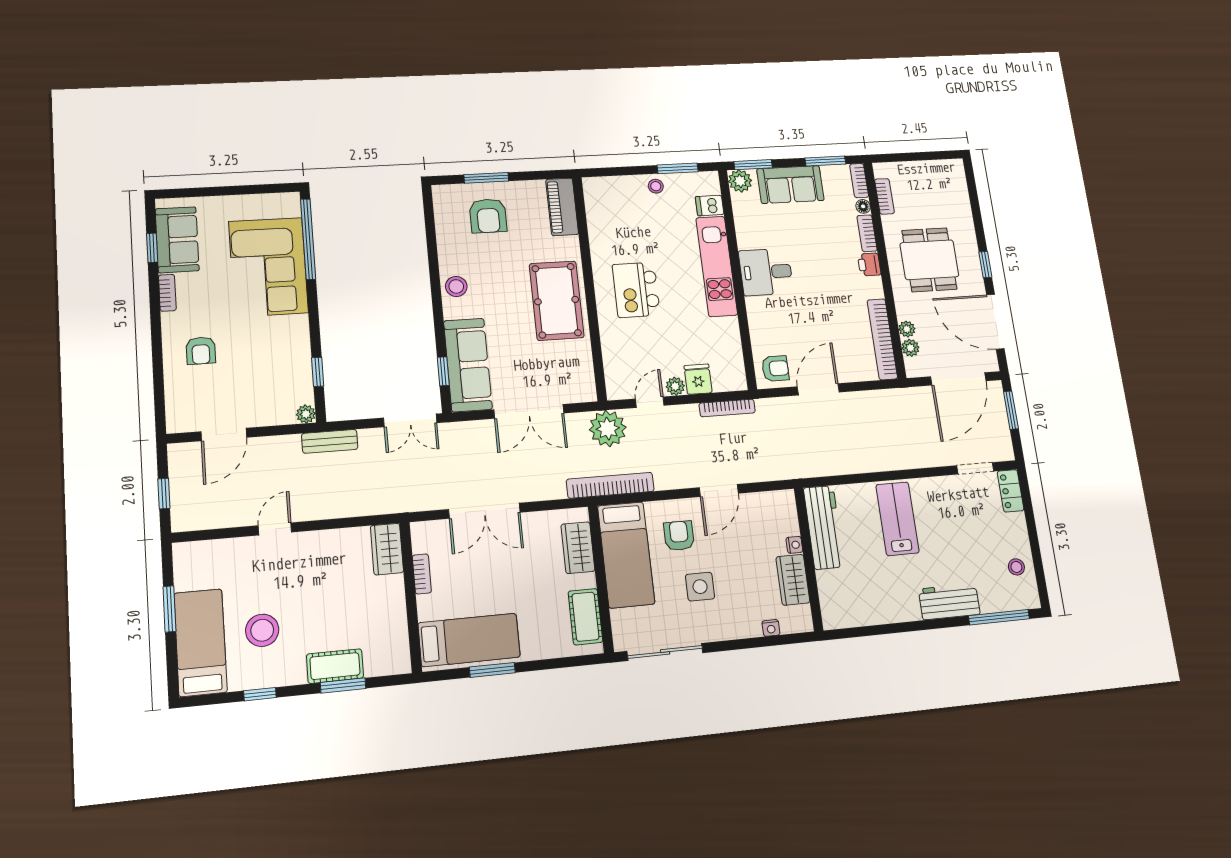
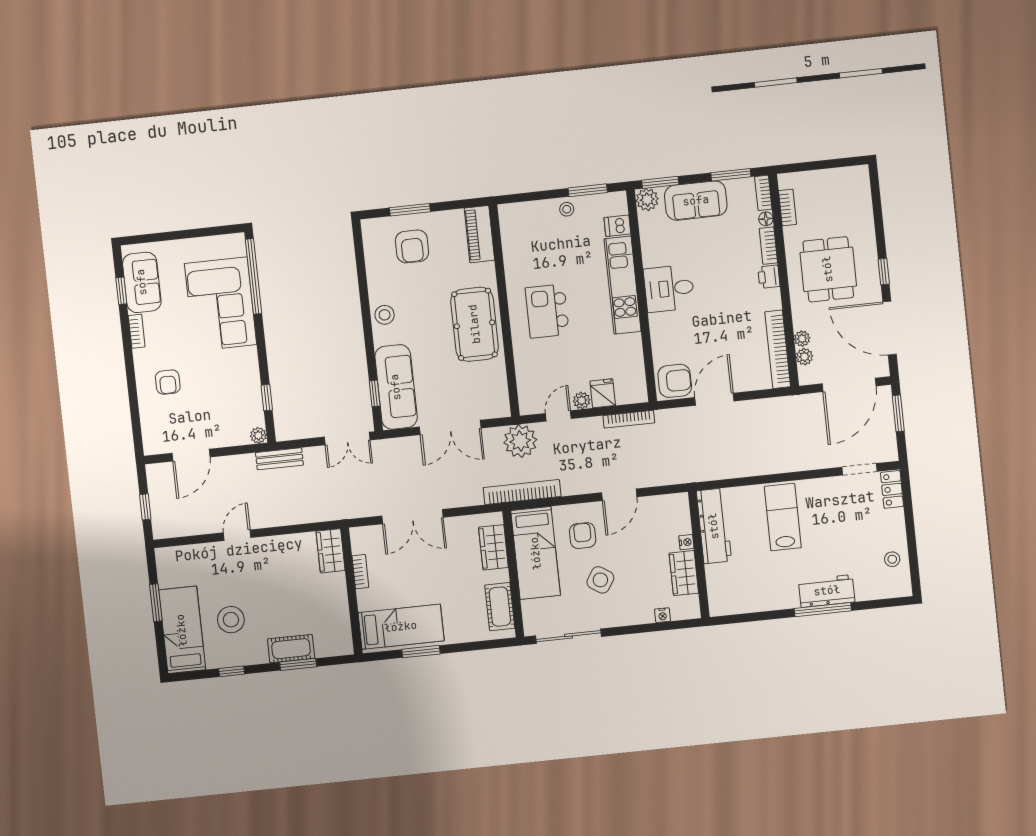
armchair: (775, 368) -> (675, 381), width x1.38, depth x1.38
side table: (700, 587) -> (600, 580), turned 33
window: (999, 617) -> (823, 610), moved

